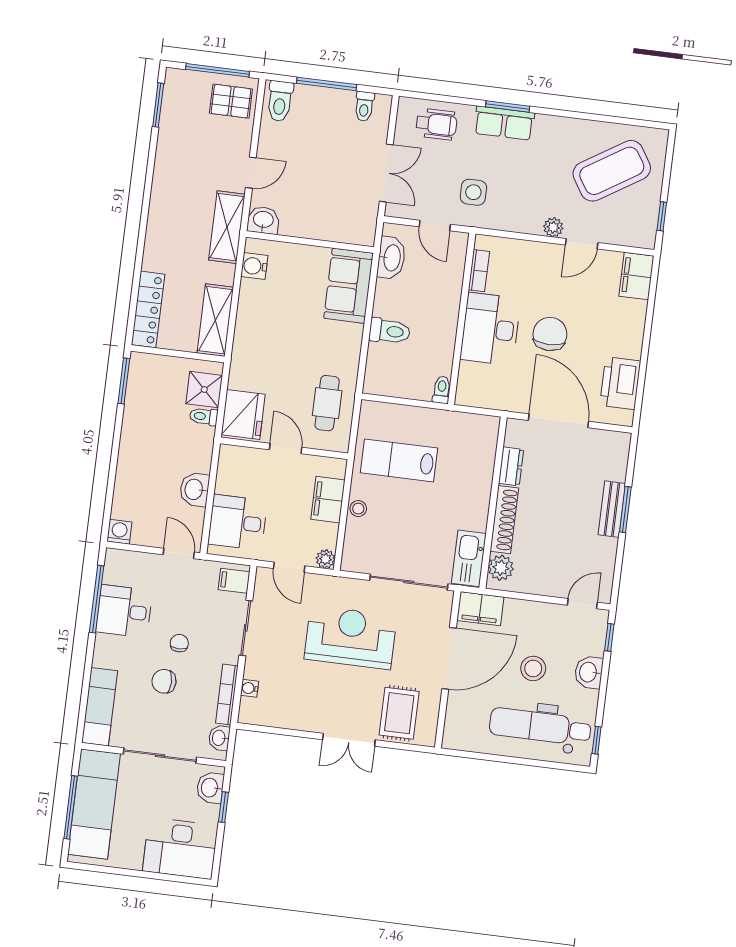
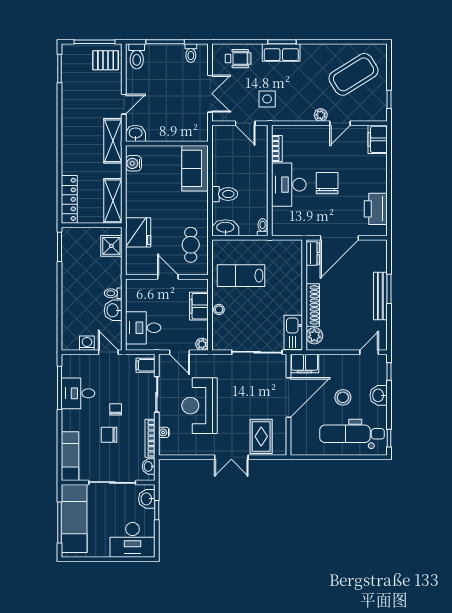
washbasin: (391, 258) -> (225, 228), moved, turned -90
fridge: (243, 414) -> (138, 232), moved
toilet: (204, 416) -> (113, 293), moved
door: (558, 421) -> (339, 238), swing flipped
dresser: (511, 466) -> (313, 254), moved
bench: (612, 509) -> (380, 296), width x1.36
washing machine: (119, 532) -> (87, 343), moved
reception desk: (350, 637) -> (199, 406), moved, turned -90

